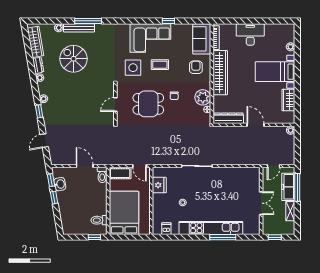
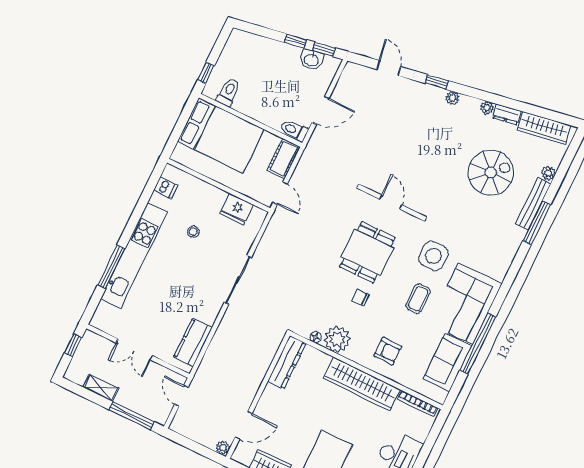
window: (168, 21) -> (478, 344), width x3.17
sofa: (202, 39) -> (447, 363), moved, turned -90
door: (256, 125) -> (244, 425), moved
door: (139, 166) -> (280, 193), swing flipped
kitchen counter: (242, 174) -> (193, 342), added
freezer: (288, 187) -> (139, 403), removed

